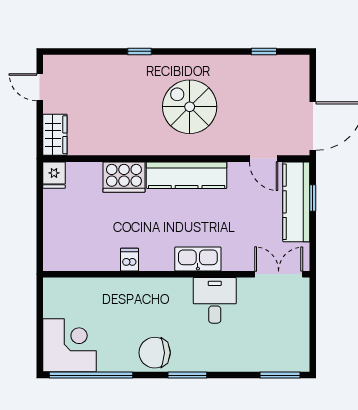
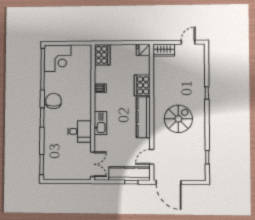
cooker: (63, 256) -> (102, 55), added

